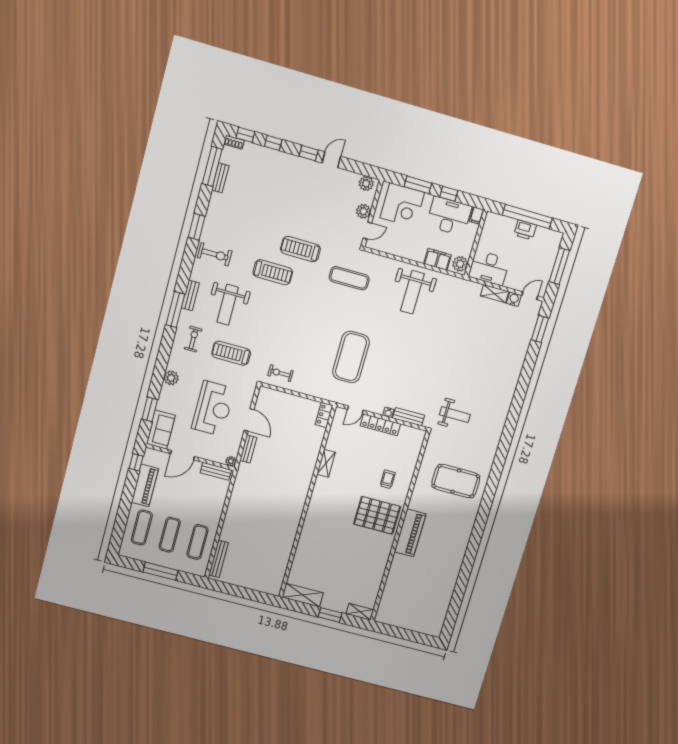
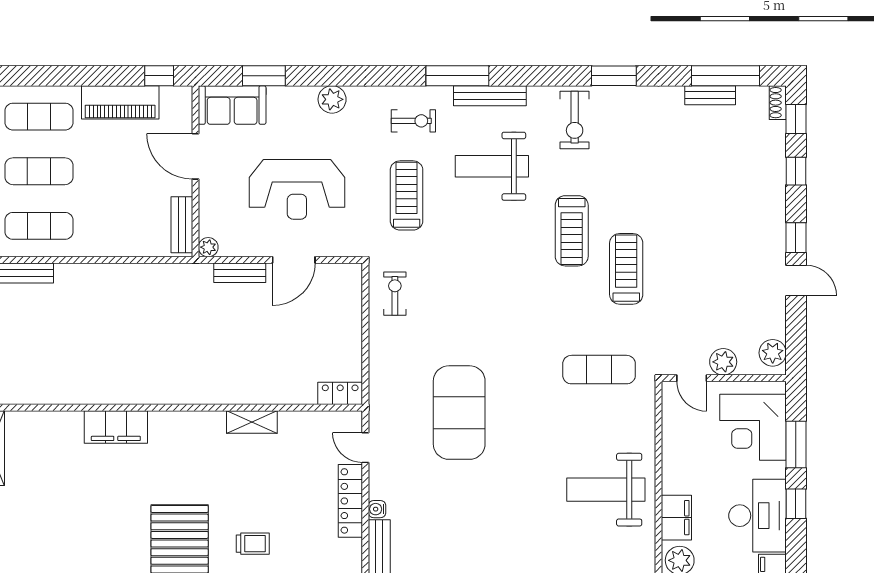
exercise mat: (349, 278) -> (599, 370), turned 90
bench: (190, 295) -> (490, 96), width x1.36
exercise mat: (351, 357) -> (459, 413), turned 90
filing cabinet: (310, 531) -> (116, 427), added

